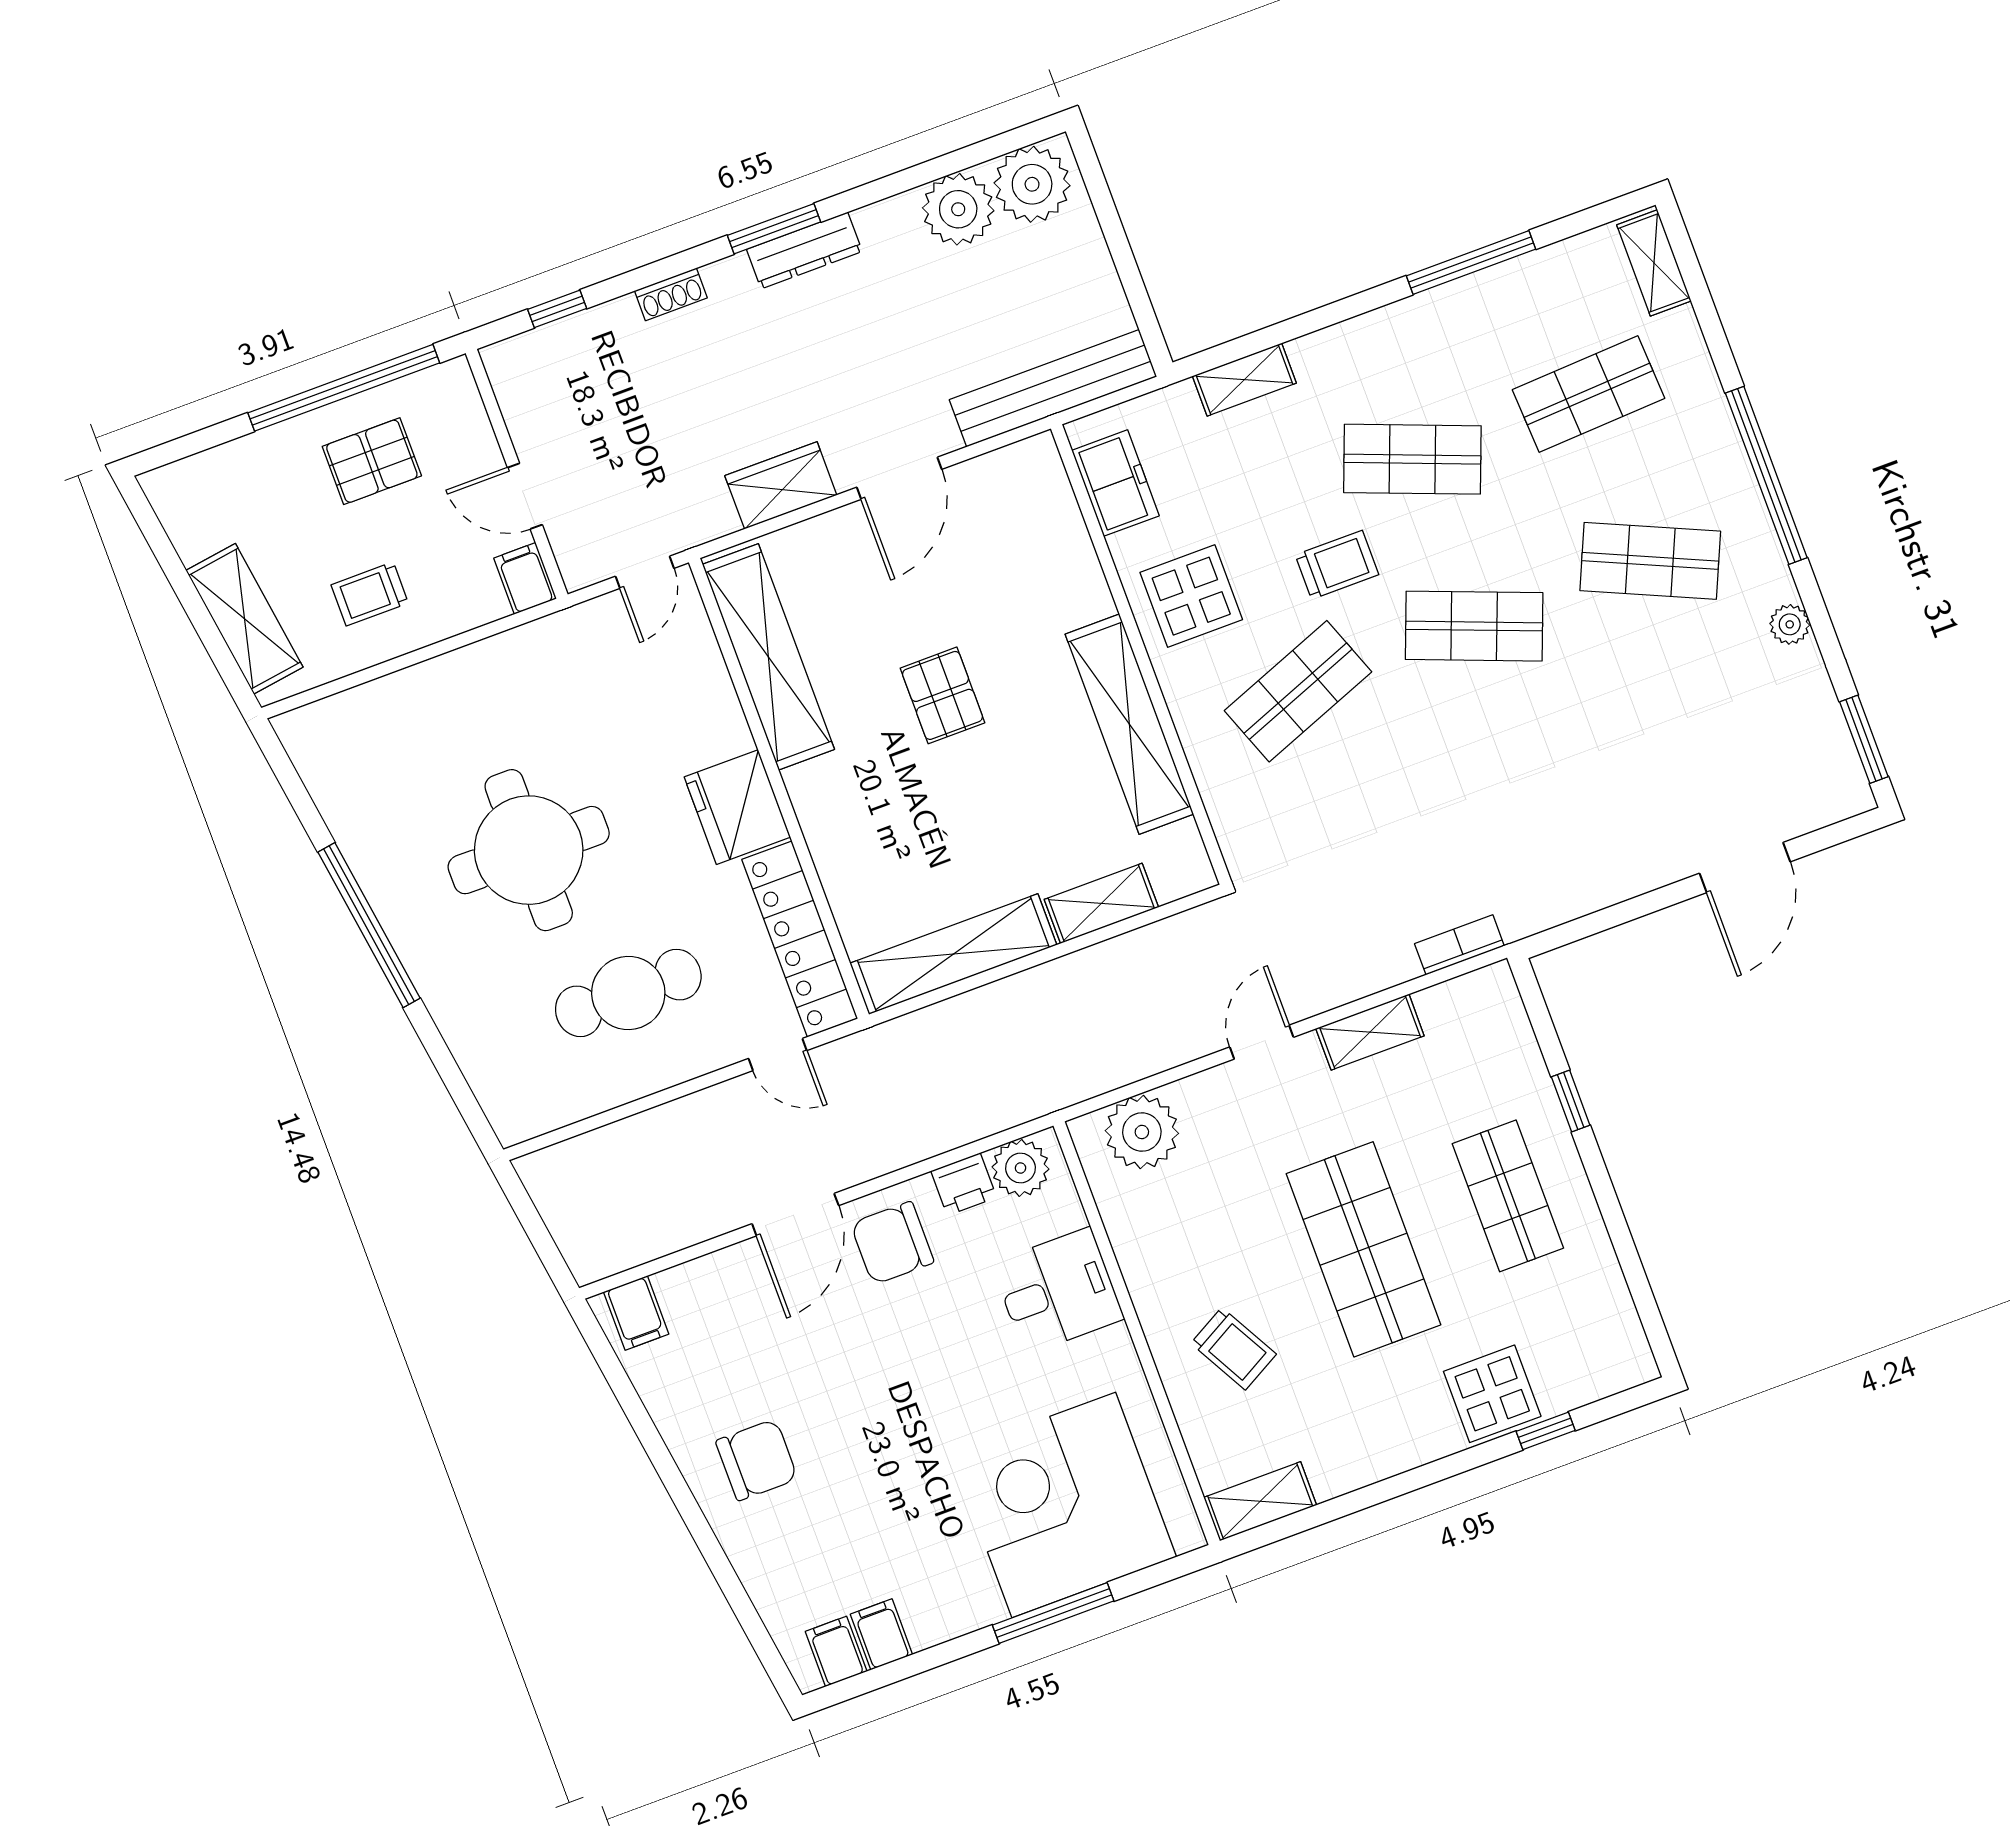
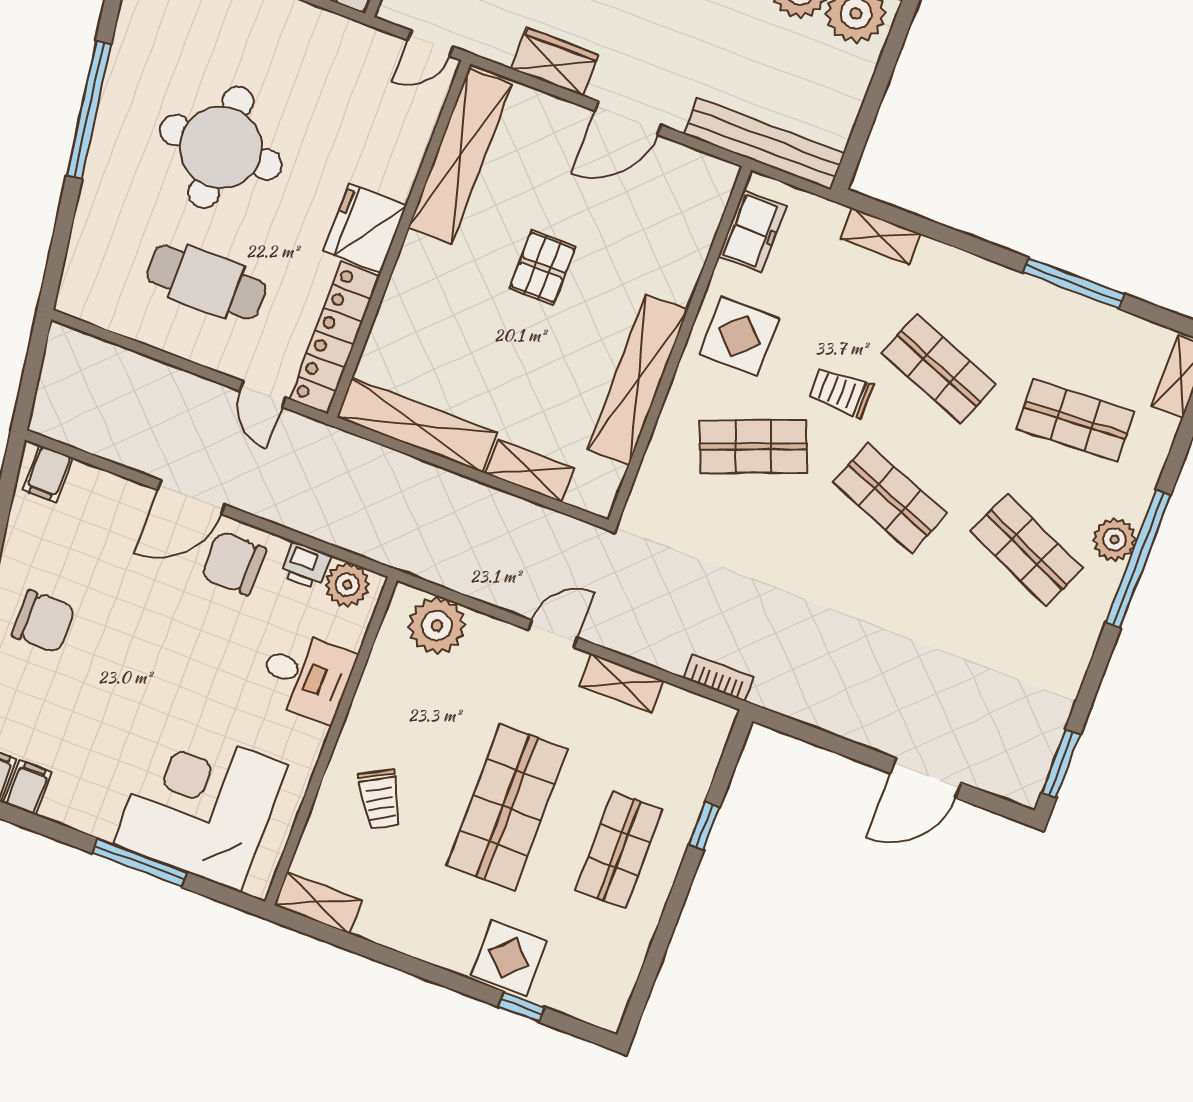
trolley: (1337, 565) -> (841, 392), turned 180
plant: (1790, 624) -> (1115, 540), moved, width x1.38, depth x1.38

